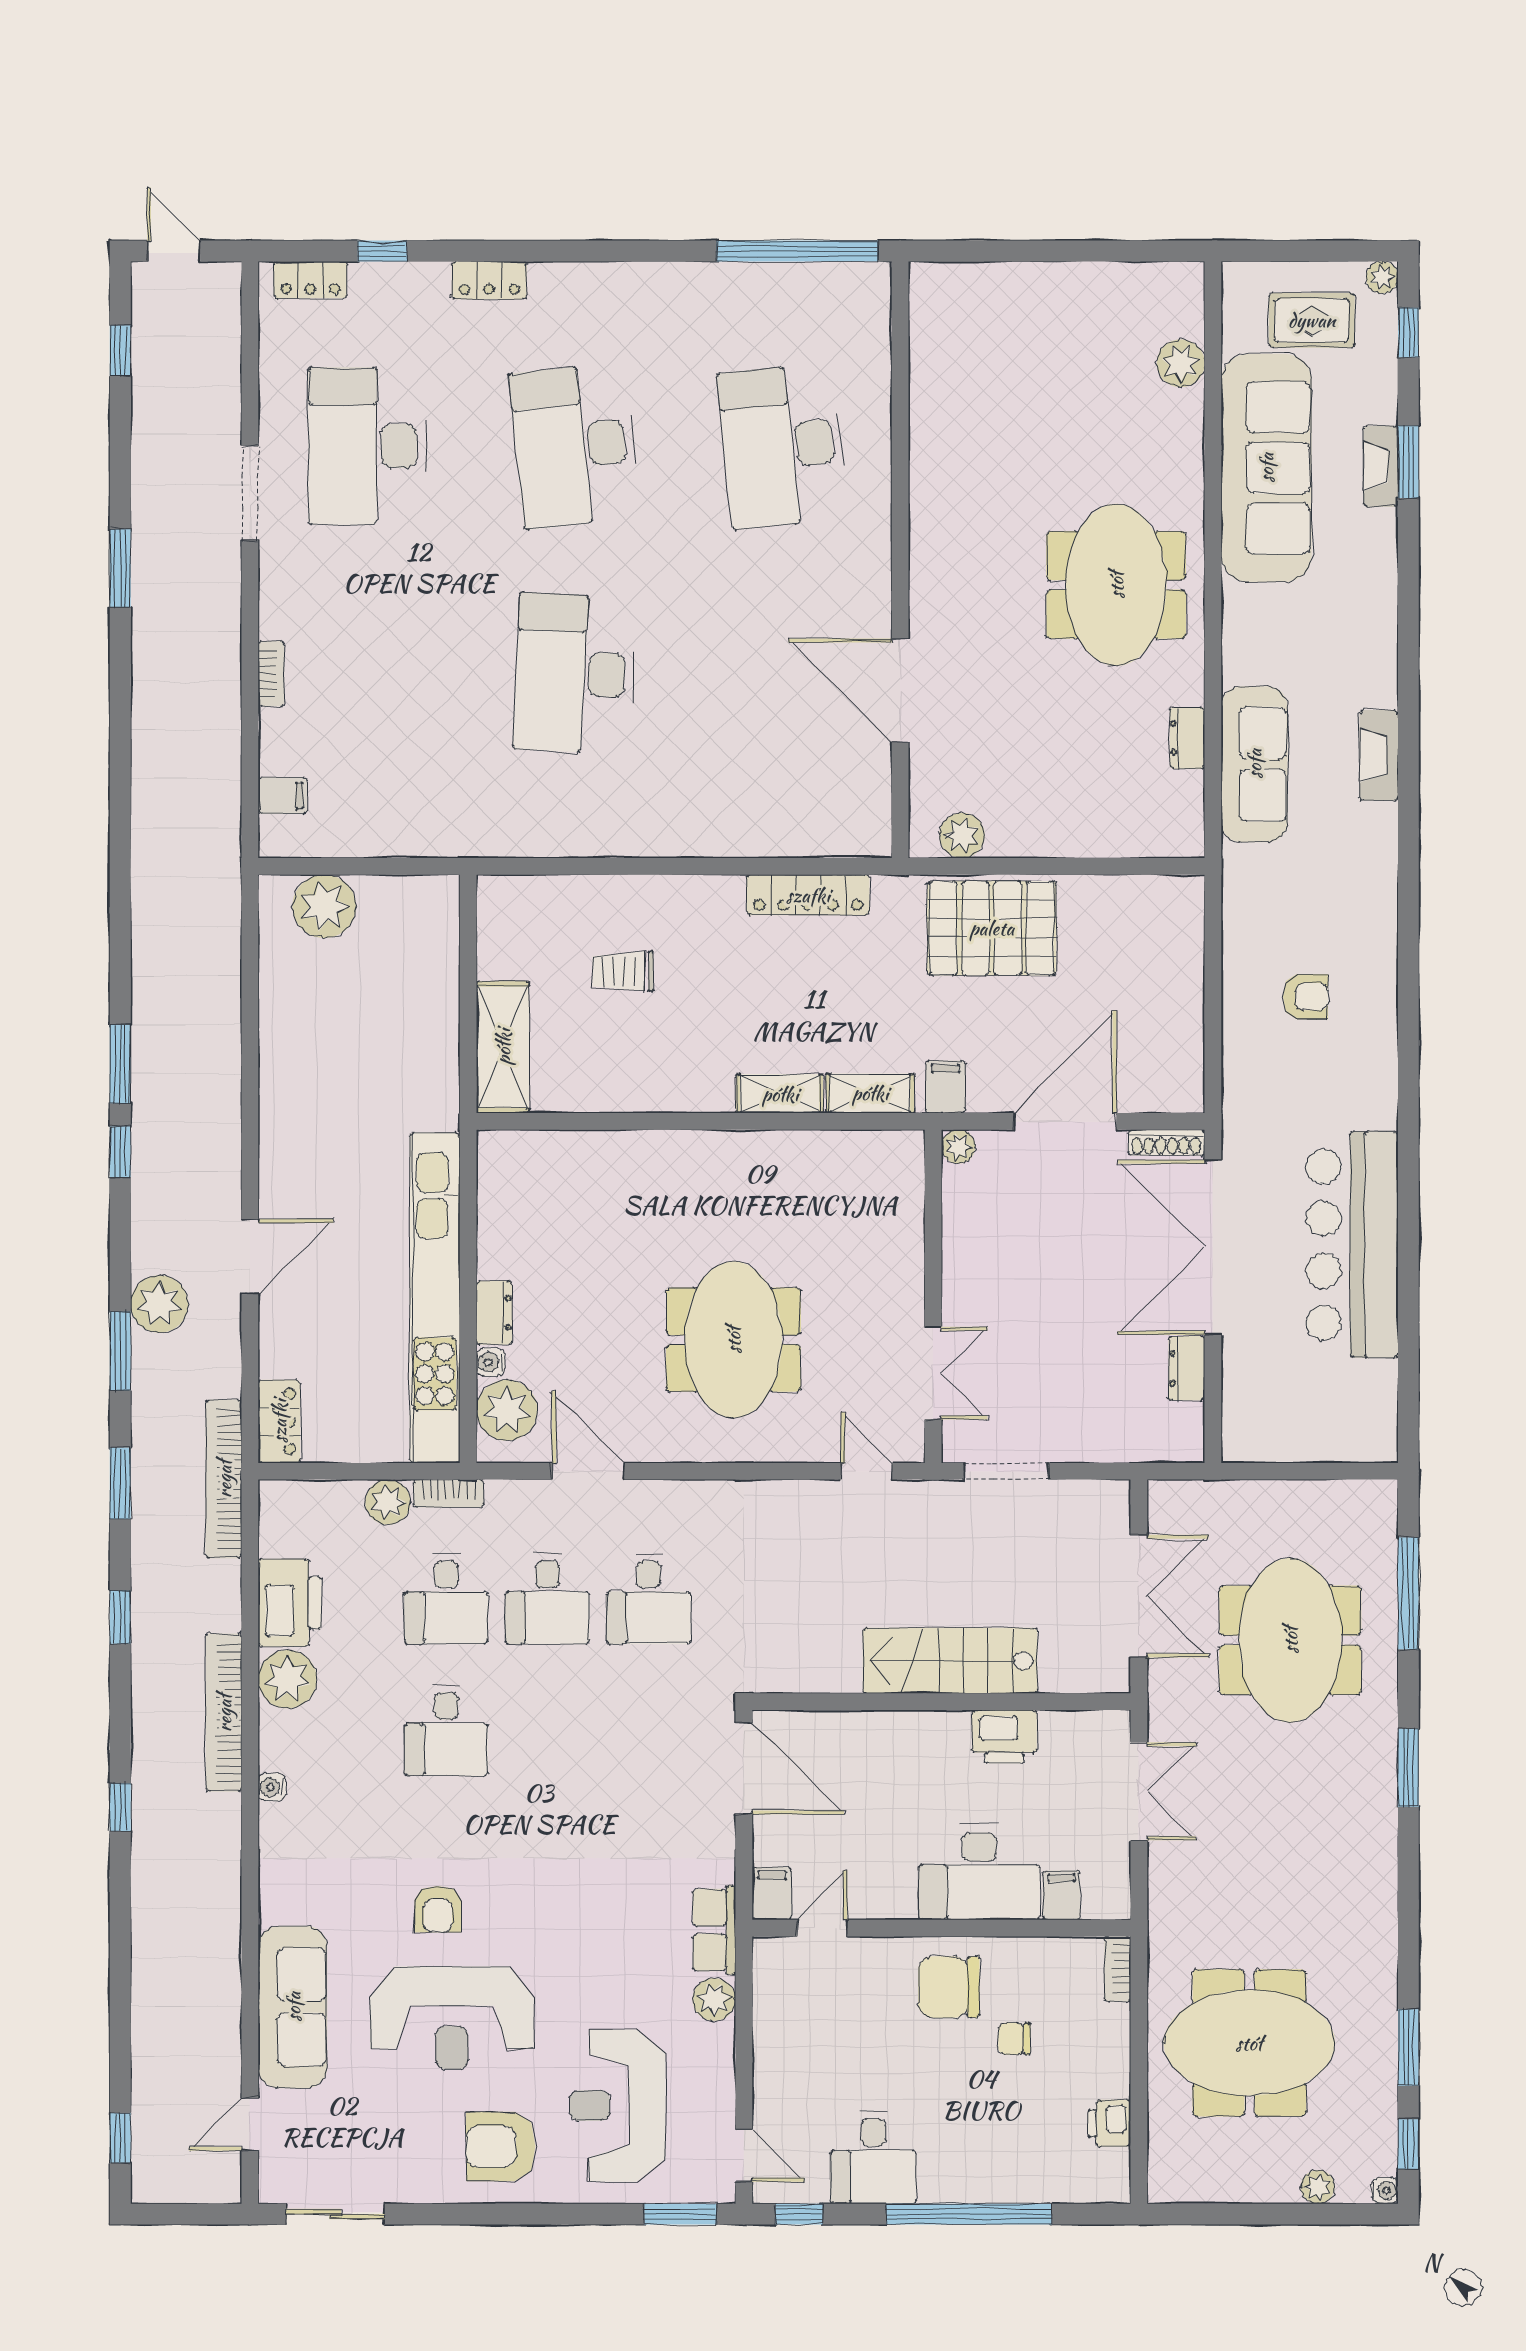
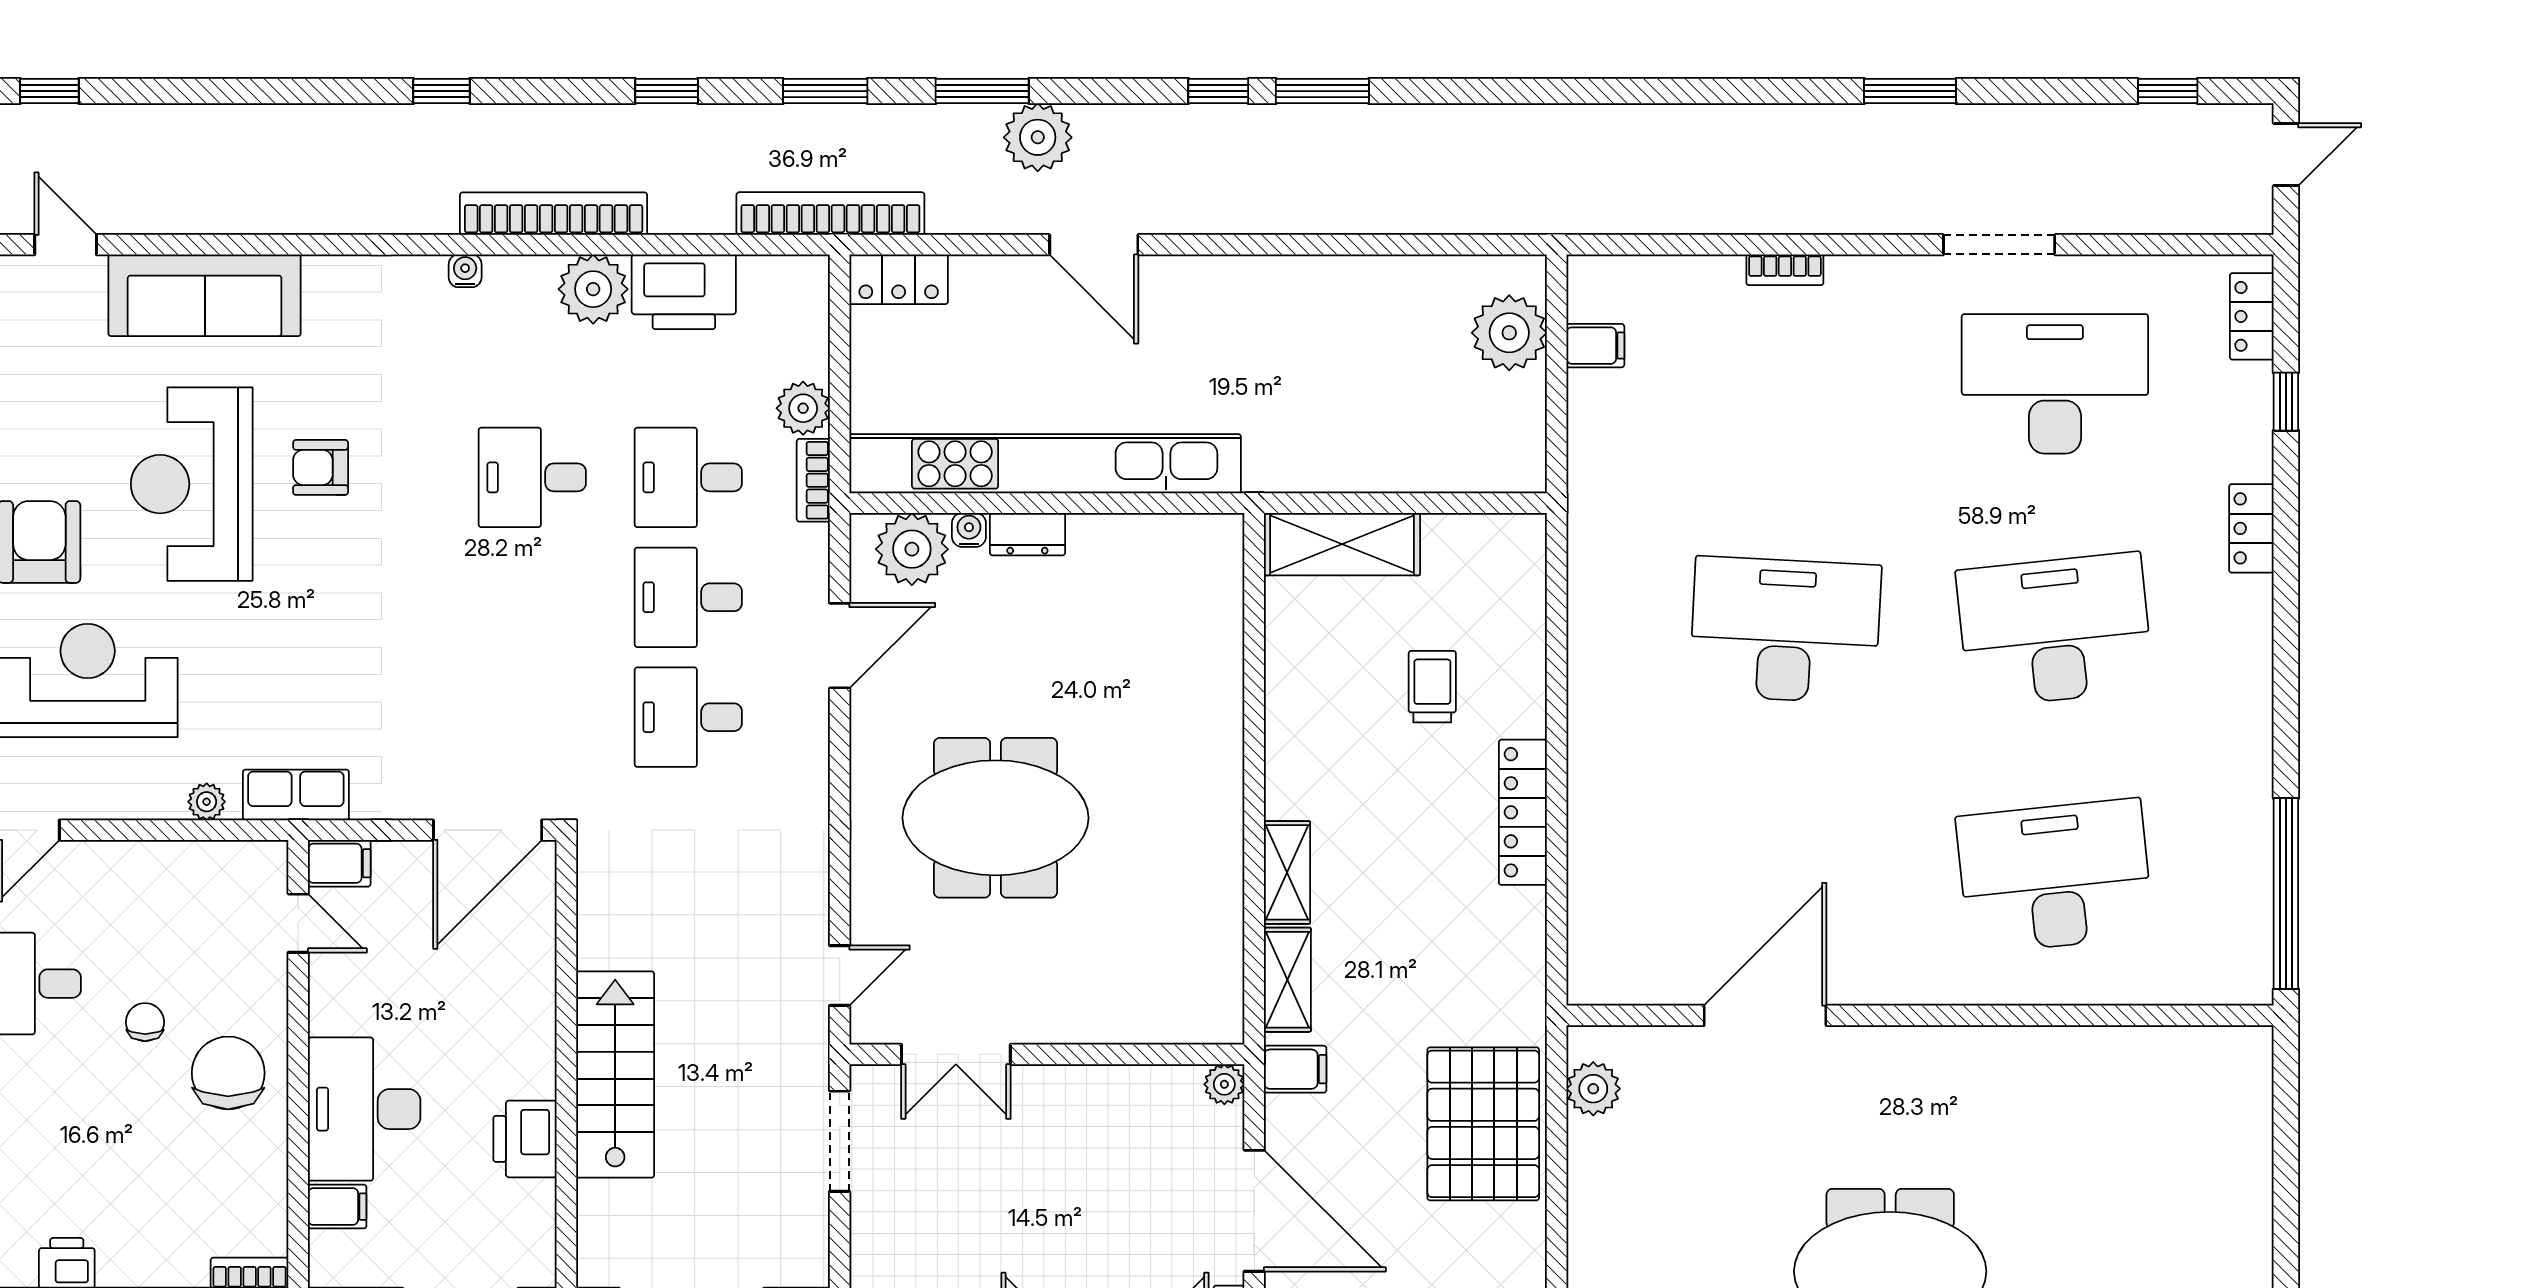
filing cabinet: (283, 796) -> (1595, 346), moved, turned -90
locker: (808, 895) -> (1523, 812), moved
plant: (714, 1999) -> (207, 802), width x0.73, depth x0.73
chair: (1014, 2039) -> (145, 1022), moved

